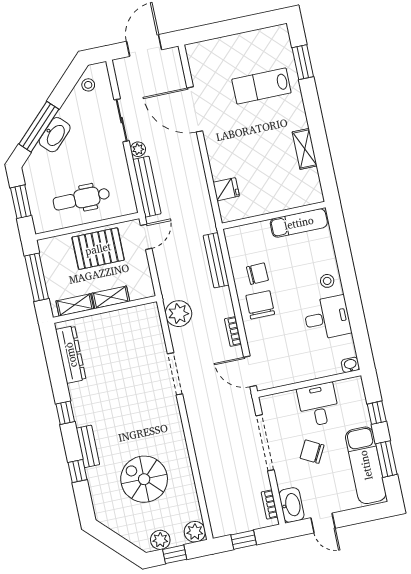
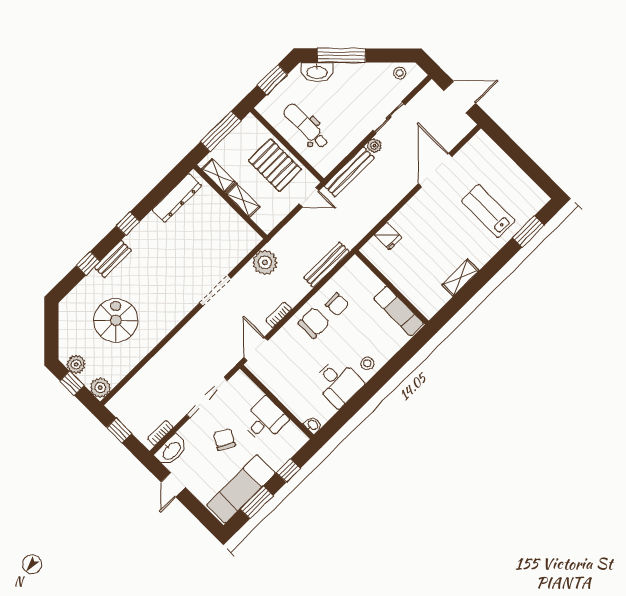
washbasin: (55, 135) -> (317, 72), moved

